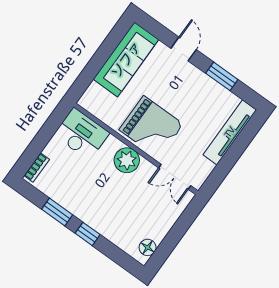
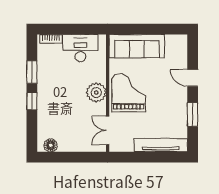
door: (184, 49) -> (193, 78), swing flipped
sofa: (126, 59) -> (137, 46), moved
grand piano: (151, 127) -> (129, 93), turned 180
desk: (81, 134) -> (80, 48), moved, turned -90

